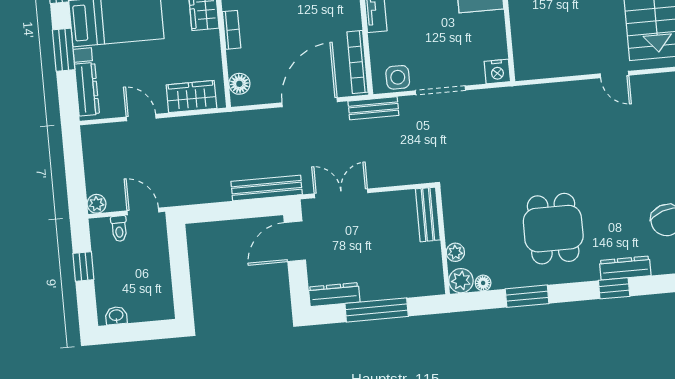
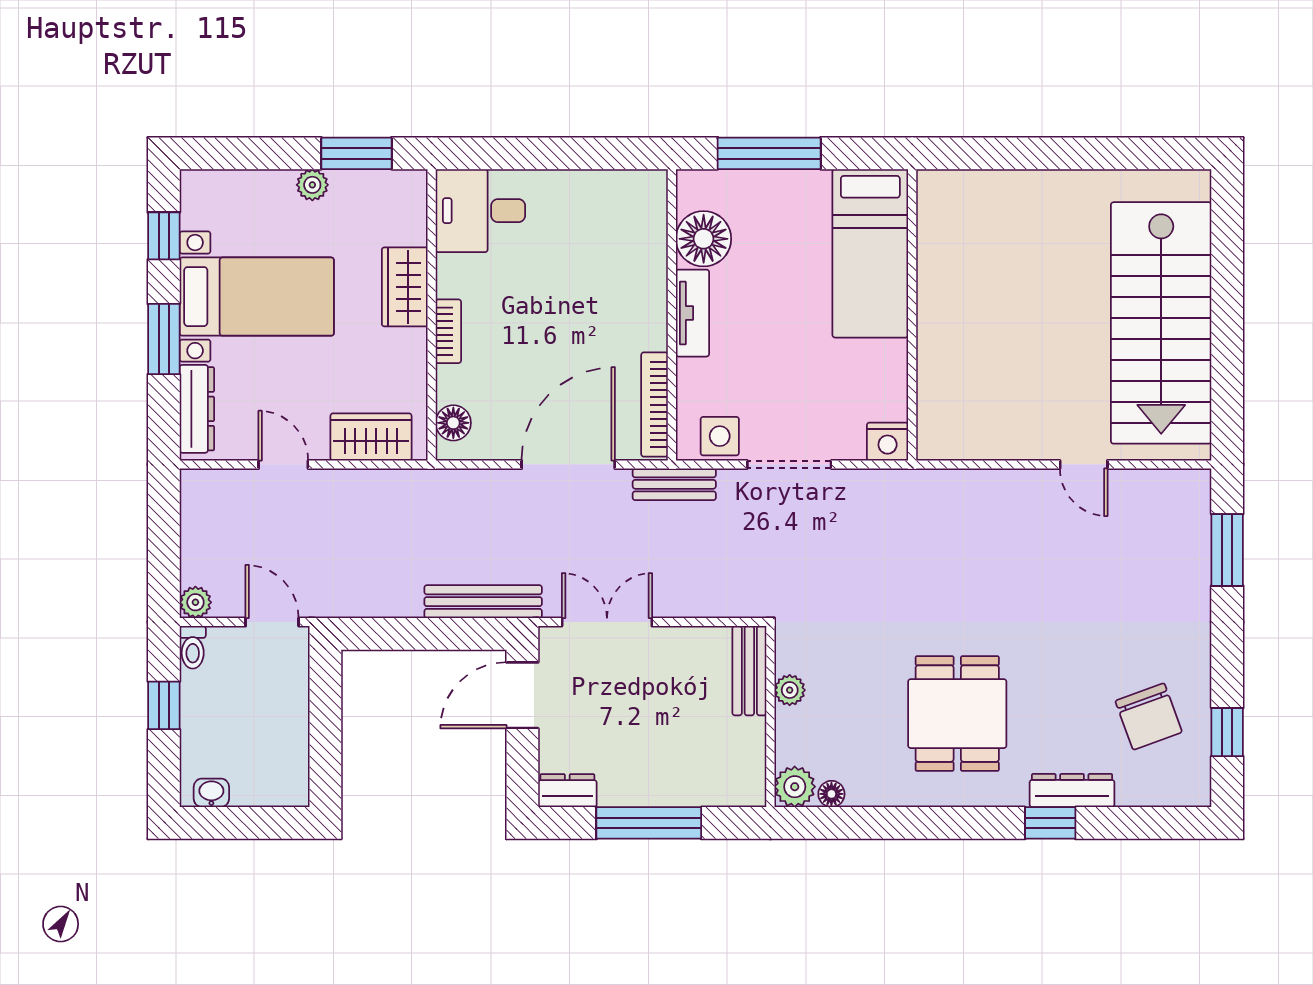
toilet: (119, 229) -> (193, 647), moved
plant: (455, 252) -> (790, 690), moved
dresser: (334, 295) -> (567, 791), width x0.70
window: (527, 296) -> (903, 823), removed

